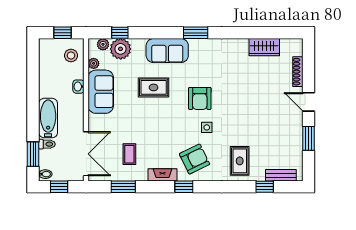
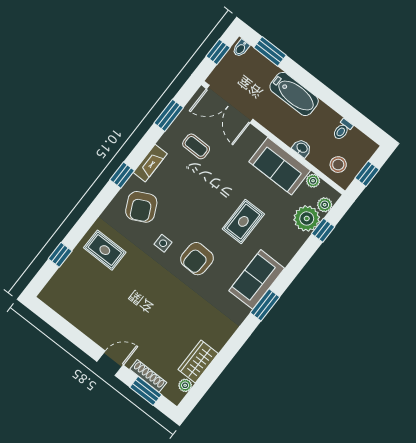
plant: (286, 44) -> (185, 385), added
sofa: (167, 51) -> (257, 279), moved
armchair: (200, 98) -> (197, 259), turned -88
window: (309, 138) -> (146, 391), moved
toilet: (47, 144) -> (342, 130), moved
bench: (281, 175) -> (59, 280), removed

